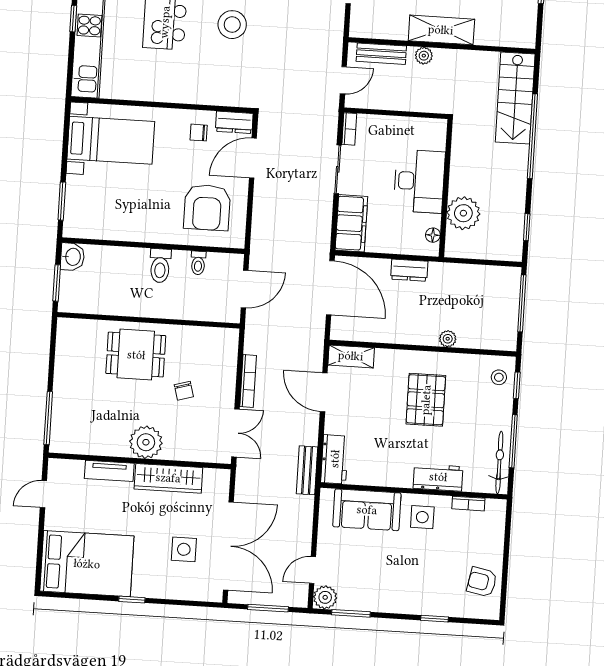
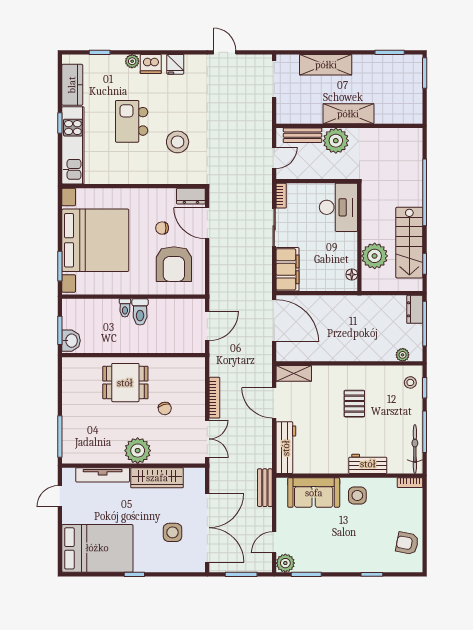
stool: (232, 25) -> (178, 142), moved
plant: (424, 56) -> (336, 141), width x1.88, depth x1.88
stairs: (515, 98) -> (409, 243), moved
chair: (199, 133) -> (162, 228), moved
bed with nightstands: (111, 140) -> (95, 240), width x1.85
door: (253, 158) -> (207, 223), hinge flipped
desk: (419, 181) -> (338, 207), moved
washbasin: (72, 257) -> (71, 341), moved
toilet: (198, 263) -> (125, 308), moved
dresser: (409, 270) -> (415, 309), moved, turned 90
plant: (448, 339) -> (403, 355), moved
pallet: (426, 400) -> (354, 404), width x0.67, depth x0.71
workbench: (335, 459) -> (286, 448), width x1.37
bench: (307, 470) -> (265, 488), moved
tv unit: (109, 471) -> (103, 475), width x1.41
bookcase: (468, 504) -> (410, 483), moved

